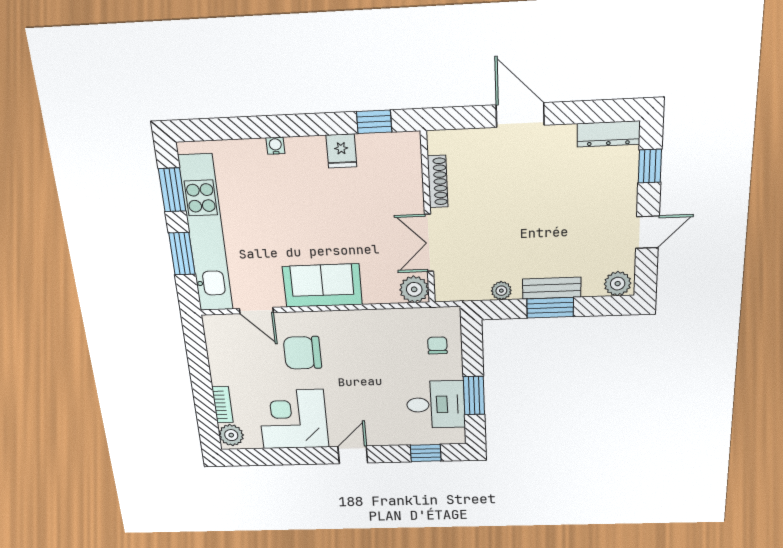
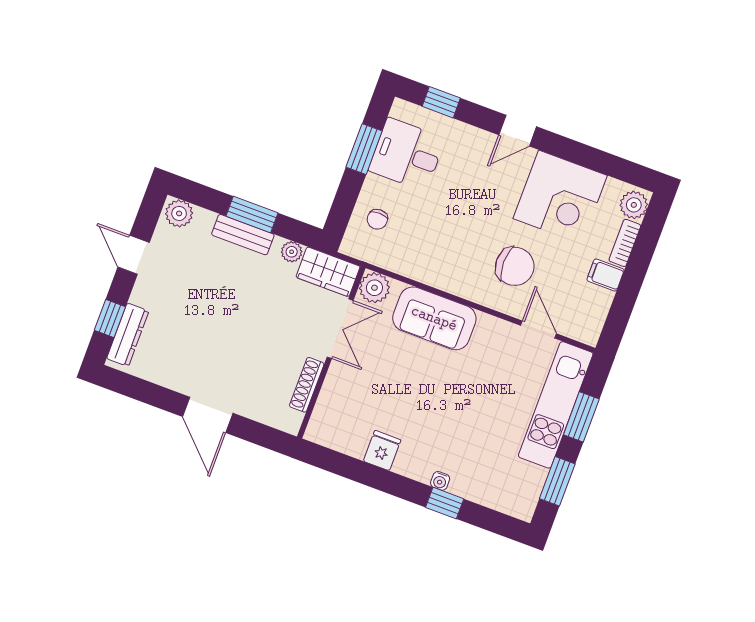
window: (374, 122) -> (445, 503), moved
dresser: (609, 134) -> (128, 335), moved, turned 90
door: (647, 232) -> (134, 255), hinge flipped
kitchen unit: (206, 234) -> (556, 405), width x0.73
sofa: (322, 286) -> (434, 318), moved
wardrobe: (461, 287) -> (328, 272), added
filing cabinet: (224, 375) -> (606, 275), added

